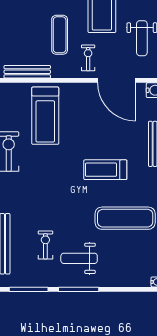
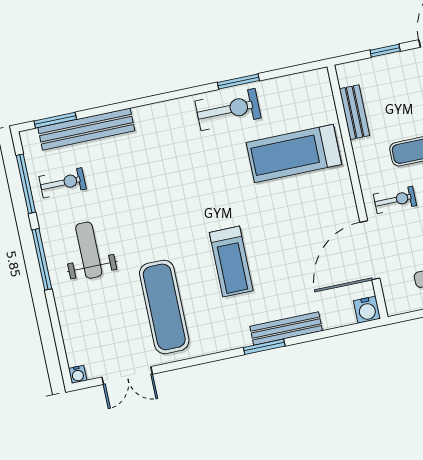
bench: (27, 72) -> (354, 112), width x0.73
treadmill: (105, 170) -> (231, 262), turned 180
exercise bike: (45, 245) -> (63, 183), moved

